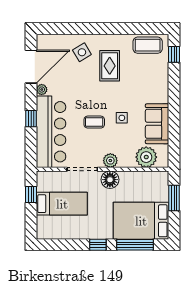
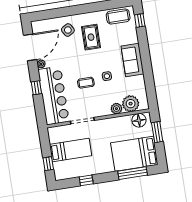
sofa: (157, 124) -> (132, 60), moved
plant: (110, 161) -> (116, 109), moved
floor lamp: (110, 180) -> (139, 120), moved
window: (31, 194) -> (48, 164), moved
window: (98, 245) -> (86, 180), moved

